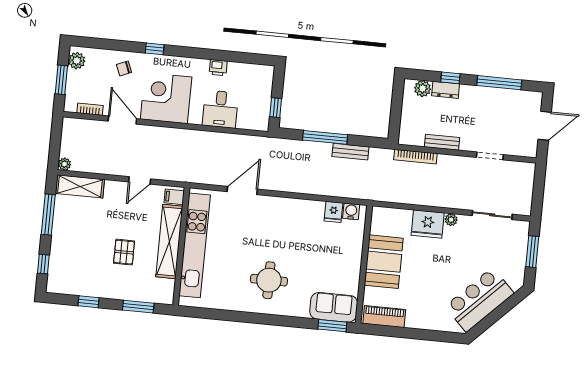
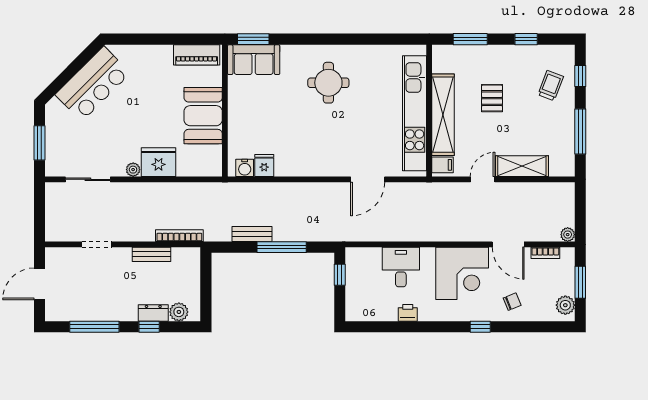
plant: (64, 164) -> (568, 235), moved
shelving: (80, 186) -> (522, 166), moved
trolley: (71, 258) -> (551, 86), added

